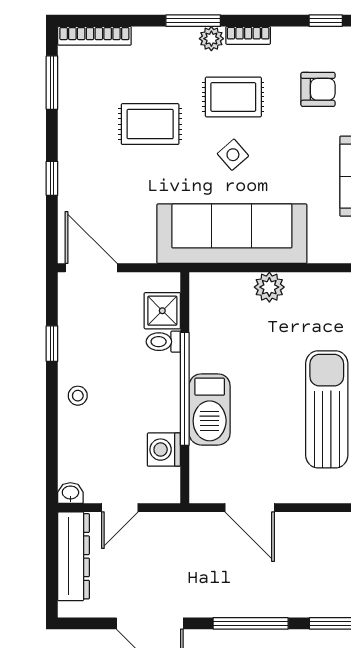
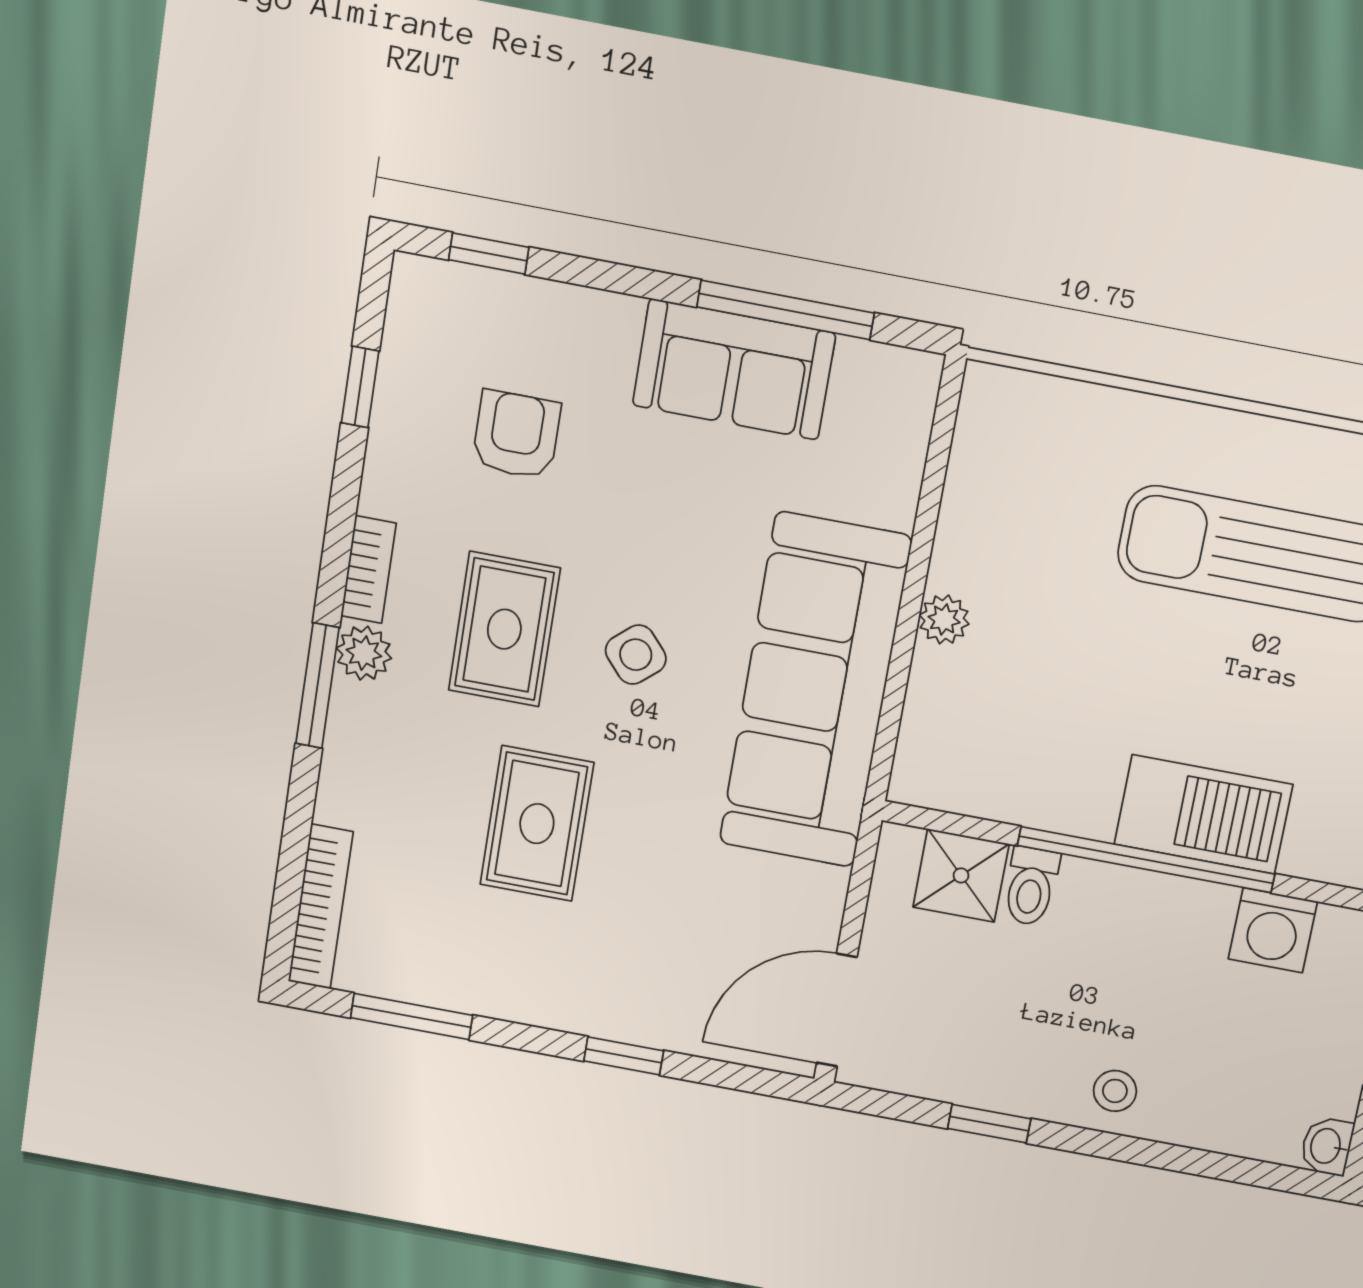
plant: (269, 287) -> (944, 620), width x0.73, depth x0.73

